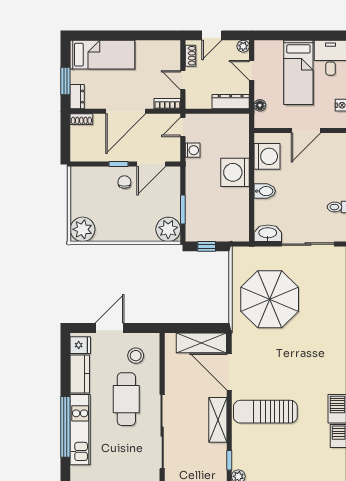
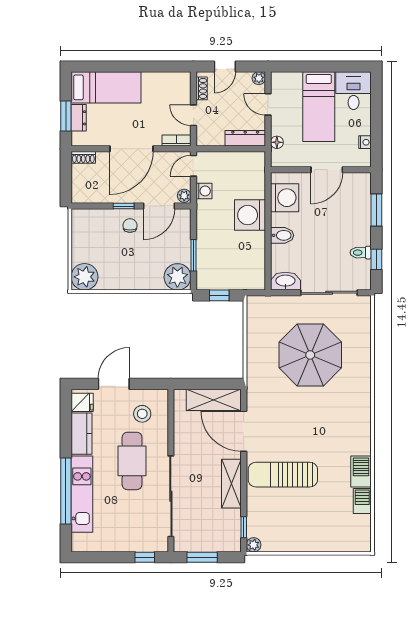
dresser: (77, 97) -> (79, 118), moved
plant: (174, 155) -> (184, 196), added
parasol: (270, 299) -> (310, 355), moved

